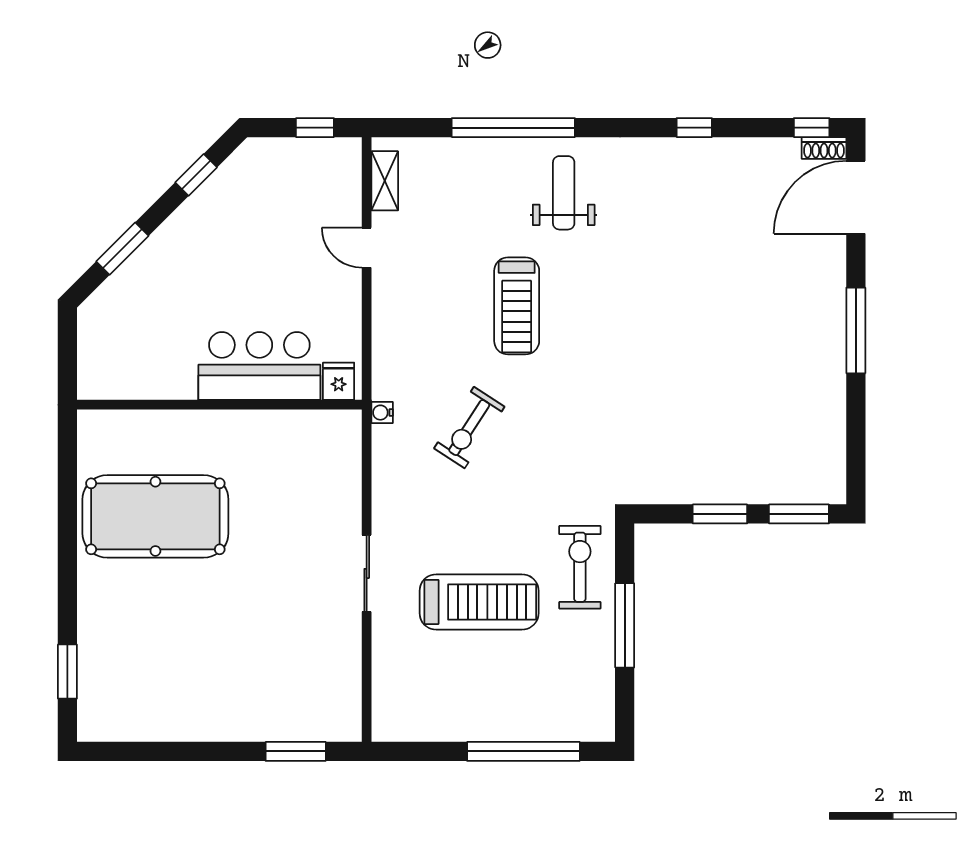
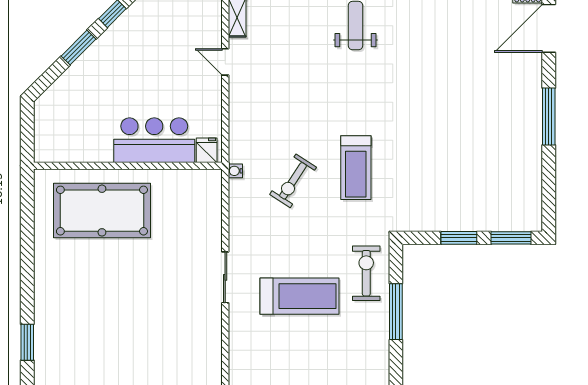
window: (122, 249) -> (78, 48), moved
treadmill: (517, 306) -> (356, 168), moved
pool table: (155, 516) -> (102, 211), moved

